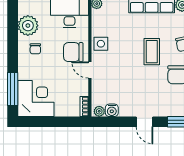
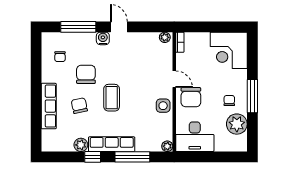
chair: (73, 52) -> (191, 97), turned 90
window: (13, 89) -> (252, 96), moved
water cooler: (112, 110) -> (103, 38), moved

